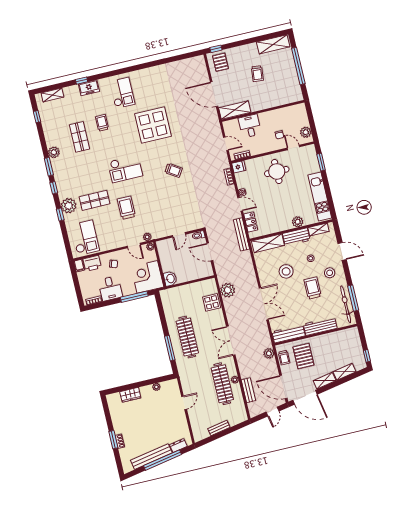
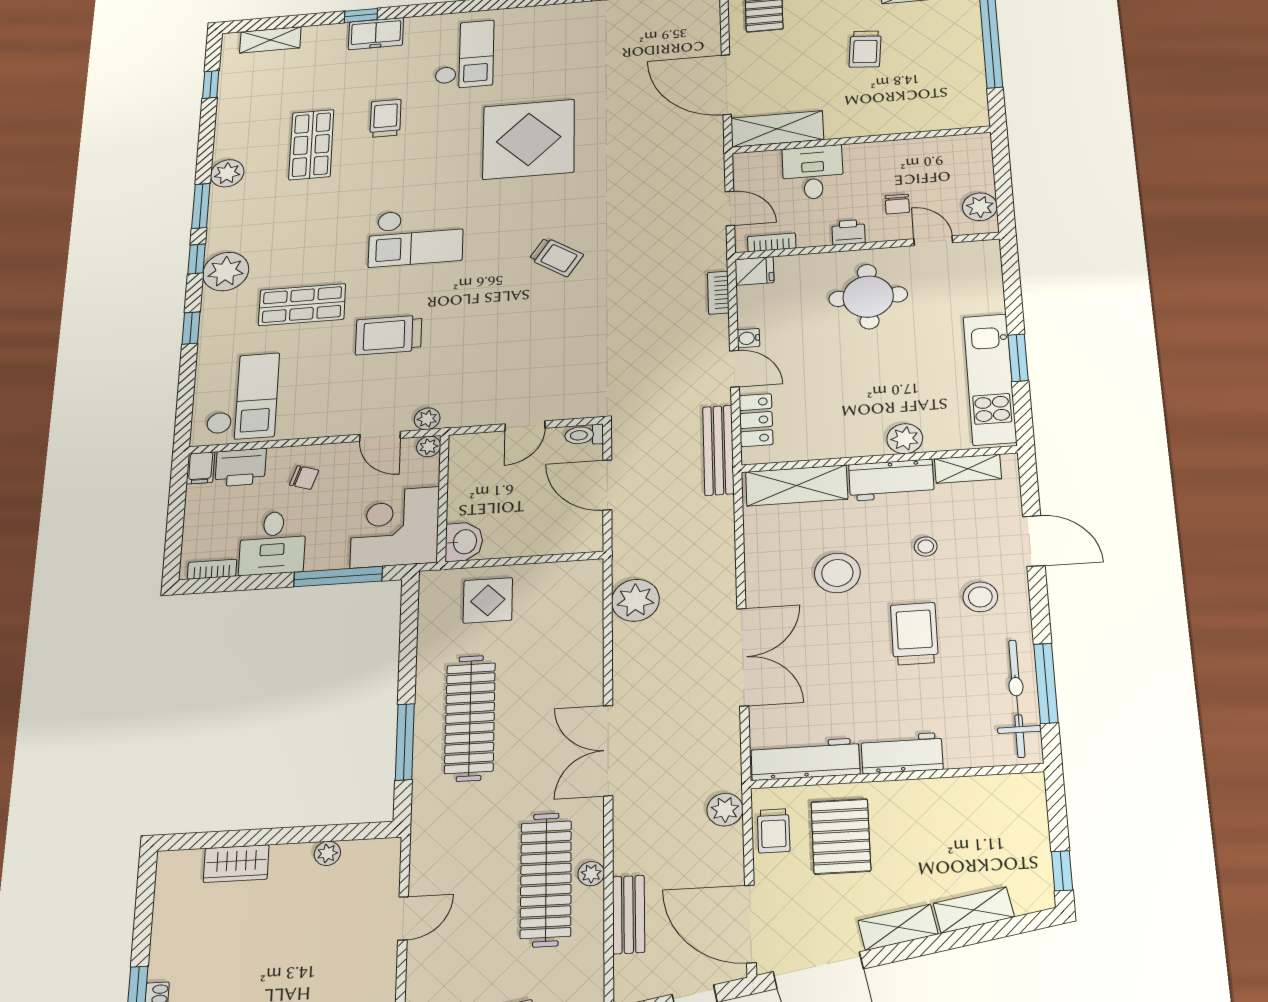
printer: (266, 148) -> (848, 232), added
window: (321, 162) -> (1018, 358), moved
plant: (69, 206) -> (226, 272), moved
trolley: (126, 208) -> (389, 335), turned -90
display table: (212, 302) -> (488, 600), moved
workbench: (320, 326) -> (902, 753), width x0.73

